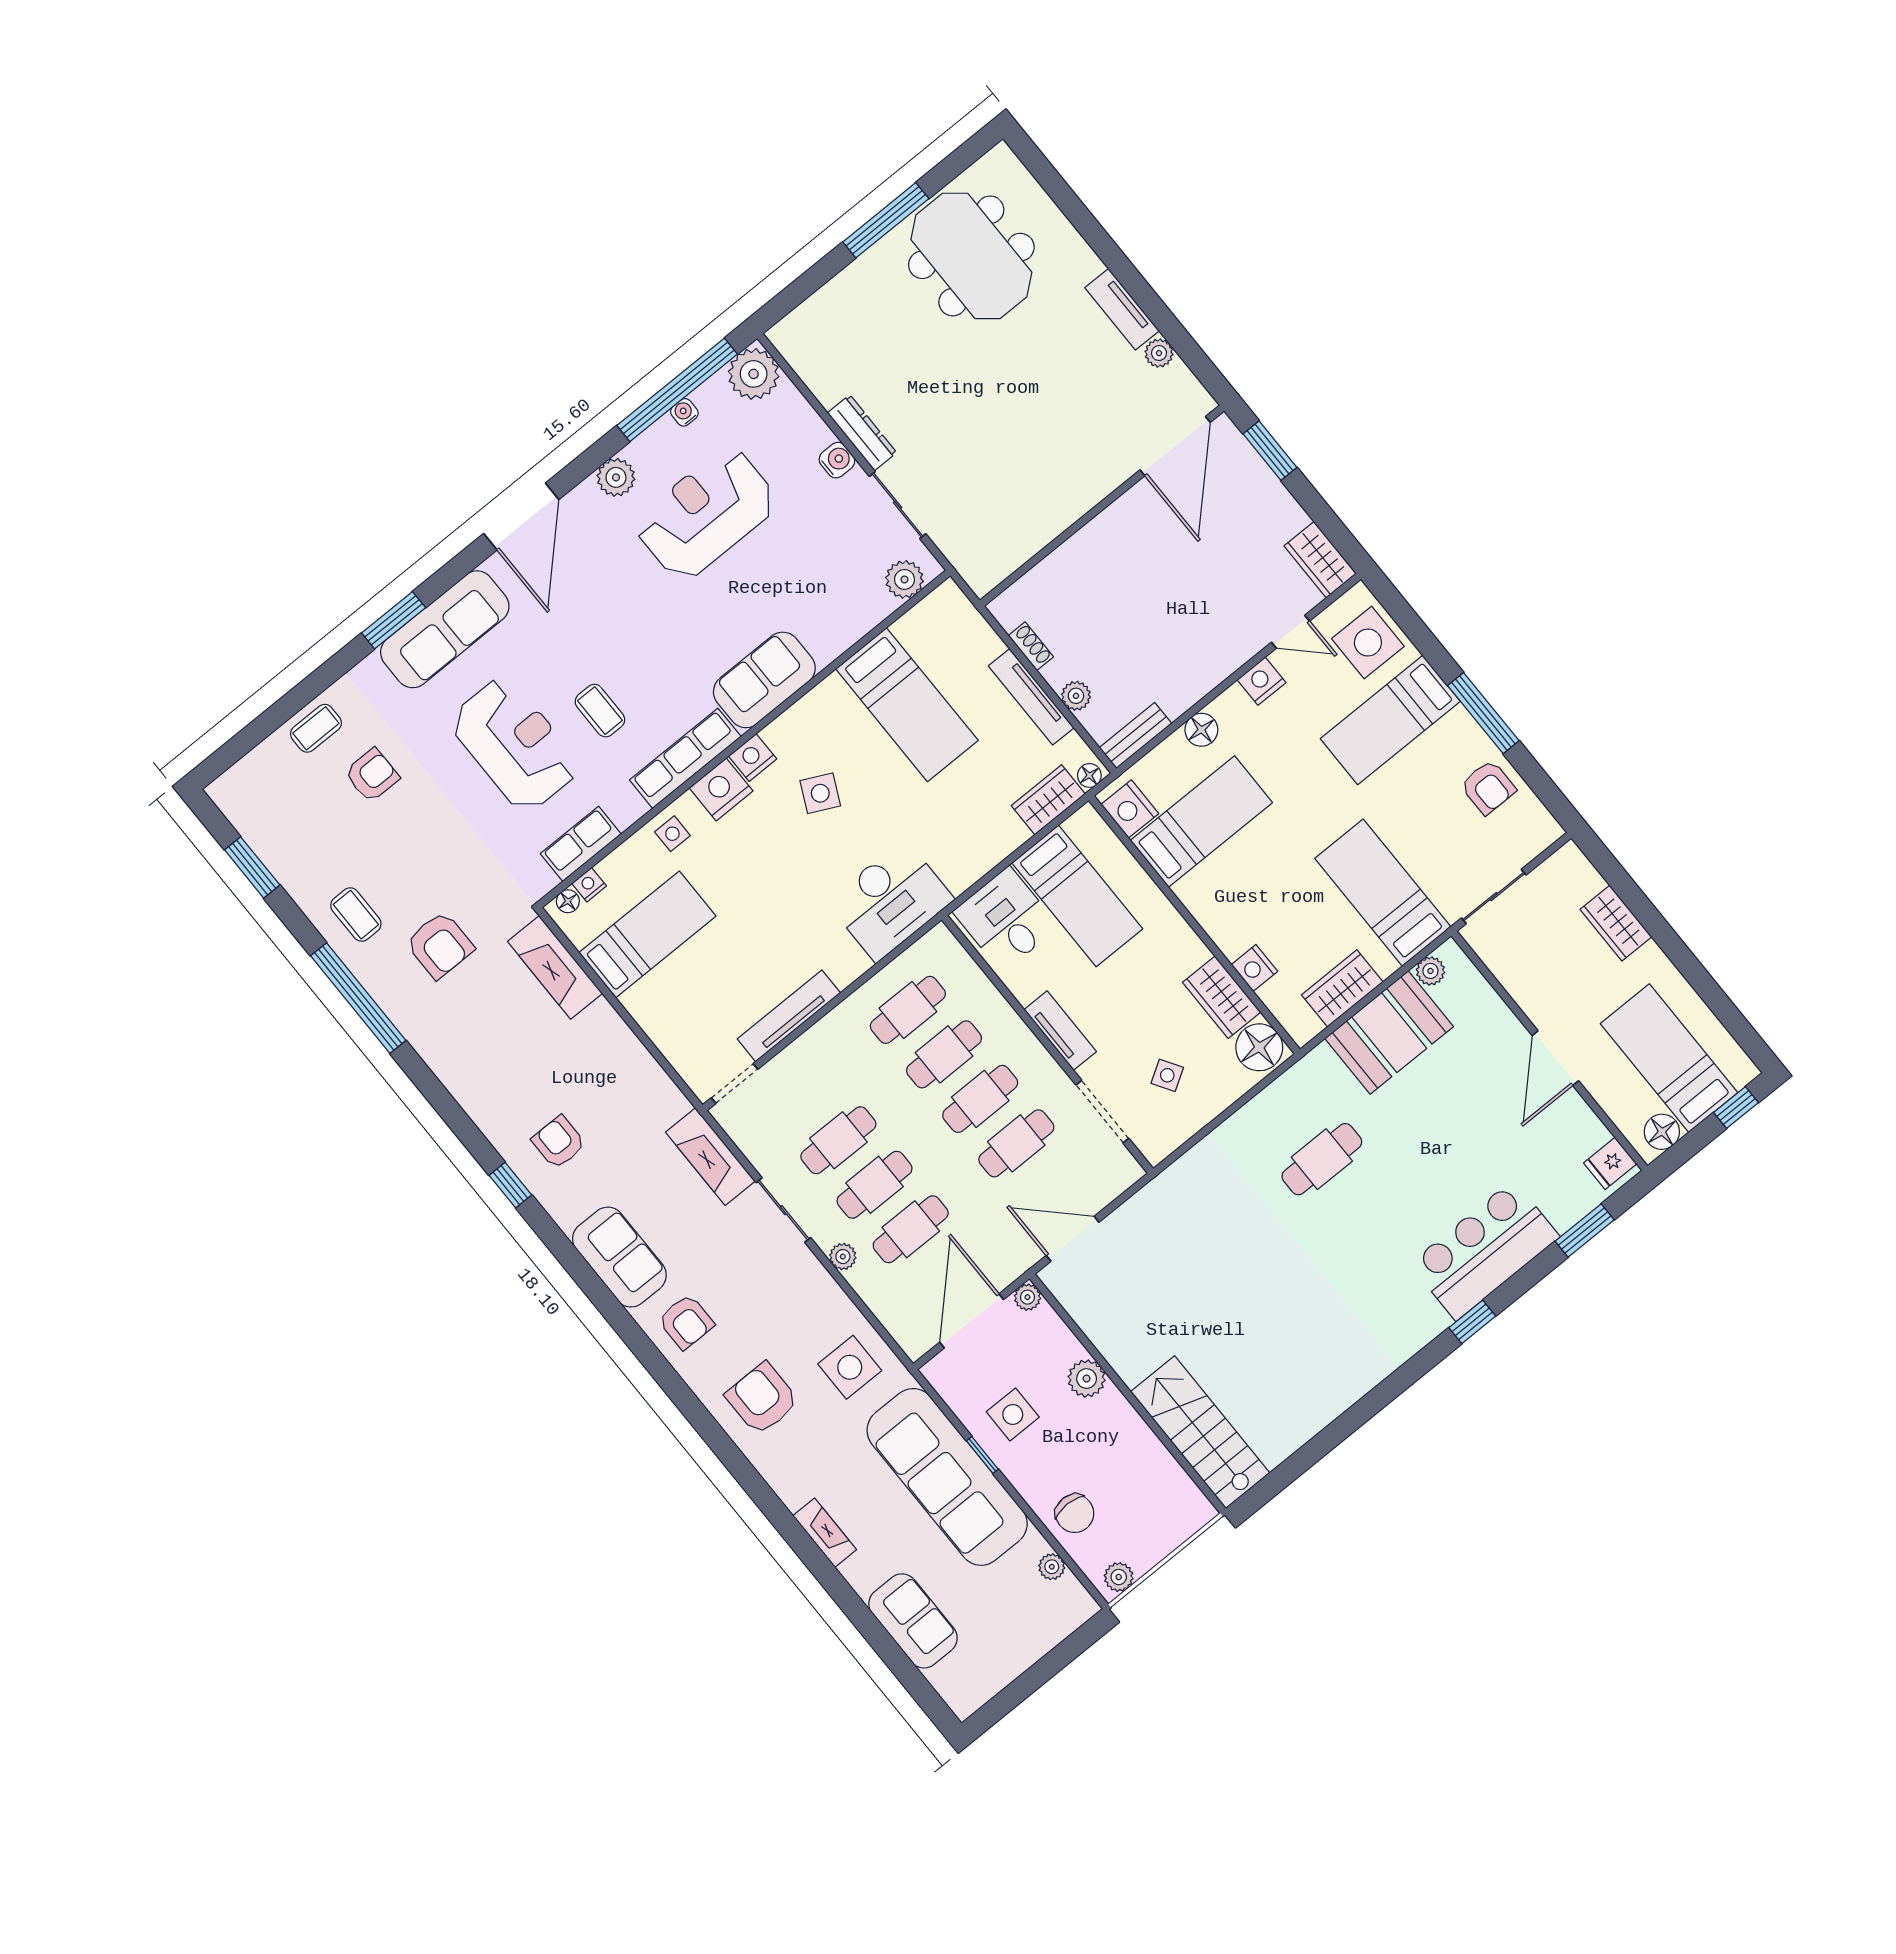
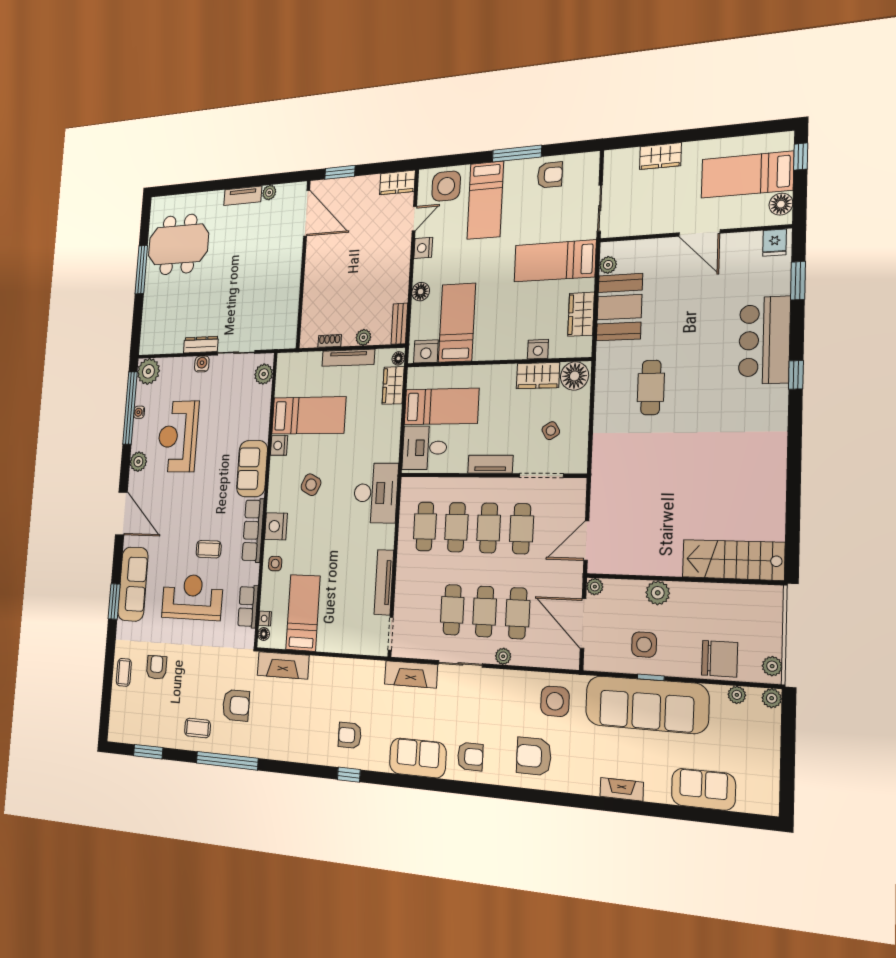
nightstand: (753, 758) -> (279, 445), moved
chair: (1075, 1513) -> (720, 659), width x1.37, depth x1.37
plant: (1083, 1607) -> (772, 698), added

